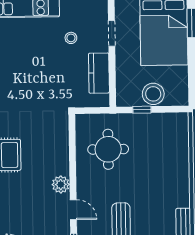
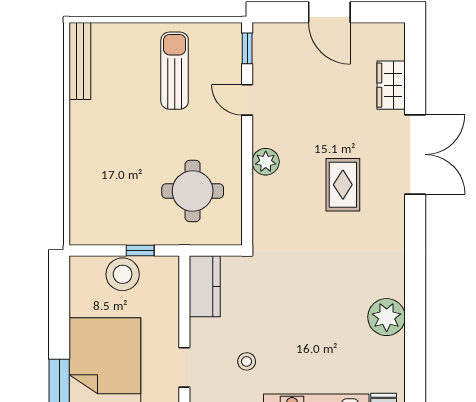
kitchen counter: (99, 73) -> (205, 286), moved
plant: (61, 184) -> (266, 162), moved

